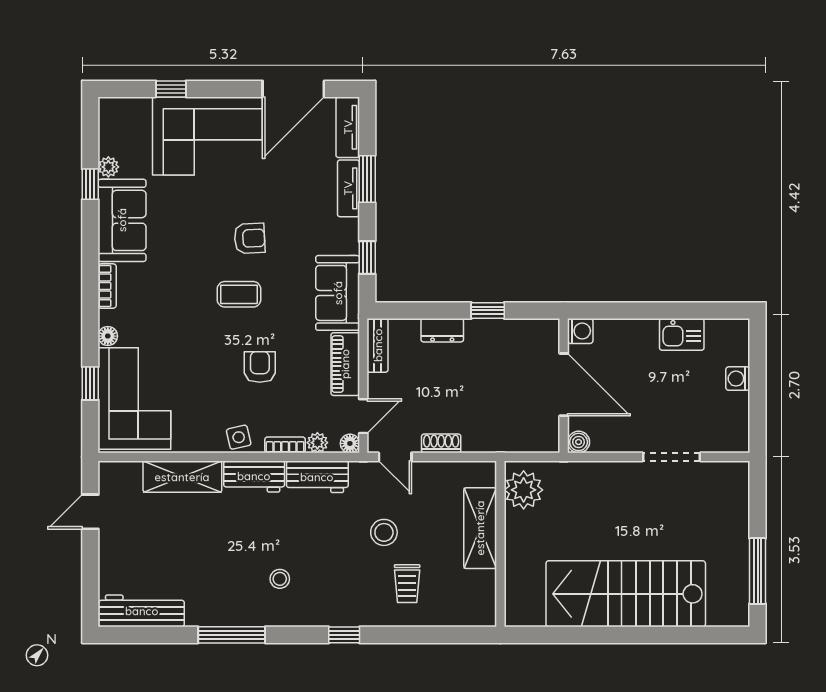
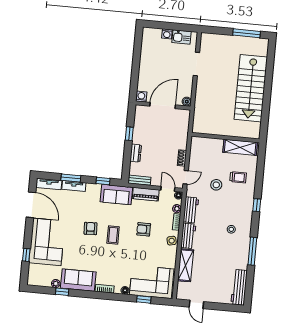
kitchen sink: (682, 334) -> (181, 37), moved, turned 90
plant: (524, 490) -> (204, 126), removed
shelving: (480, 528) -> (240, 147), moved

